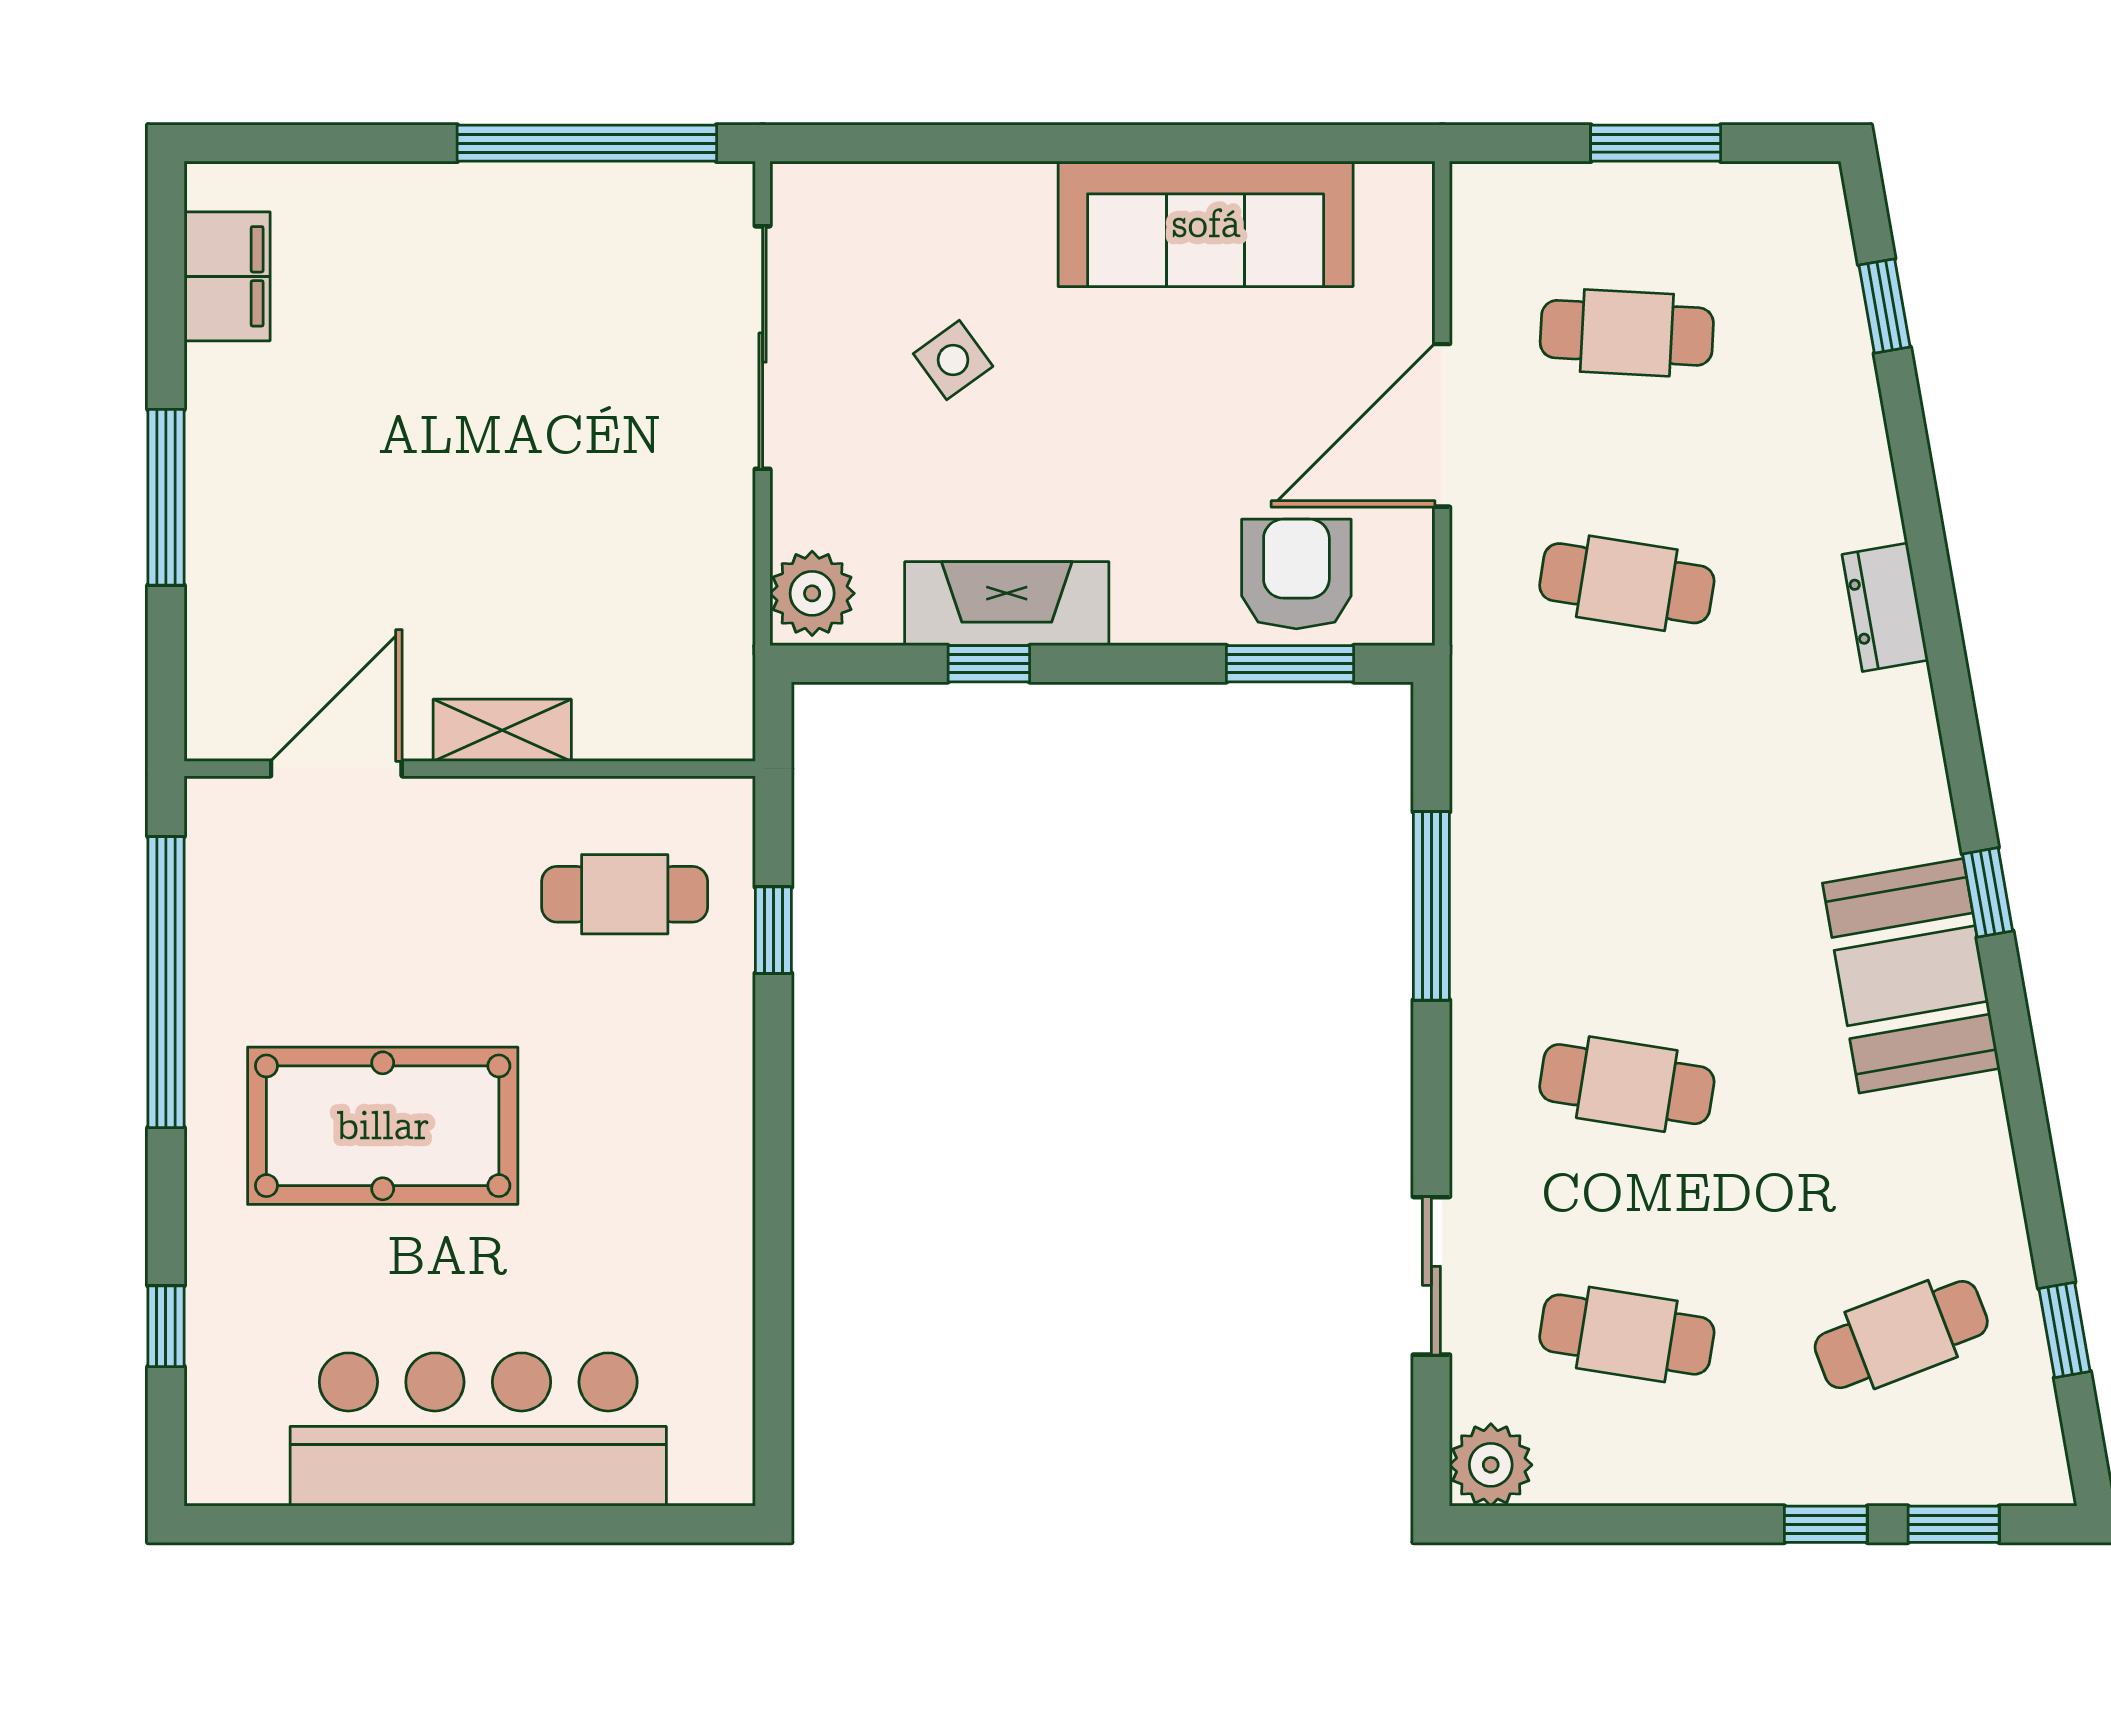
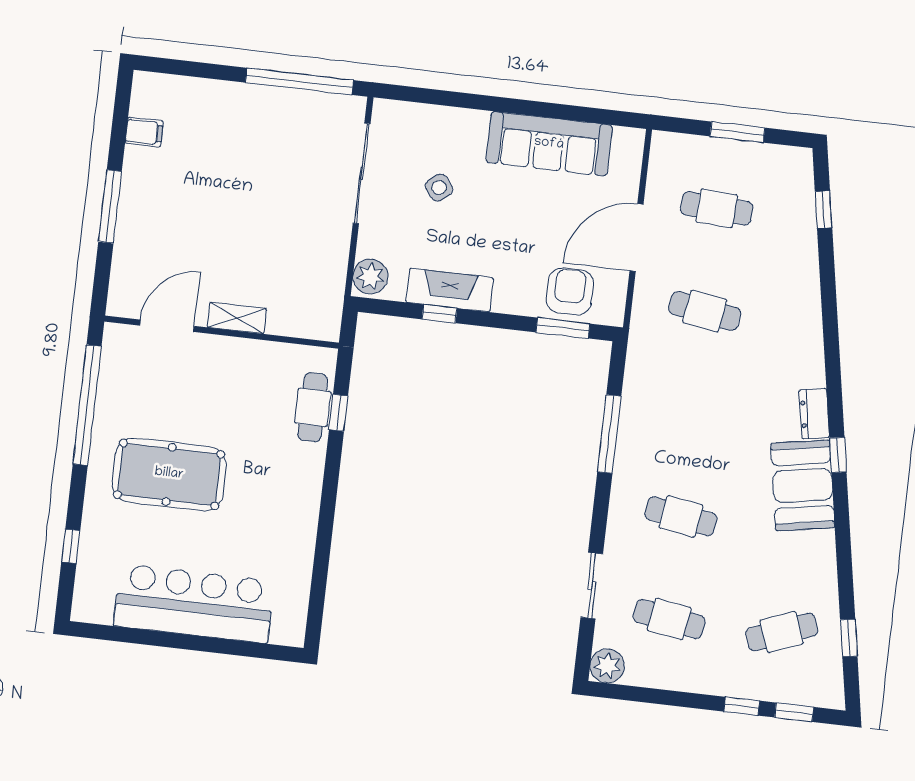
filing cabinet: (227, 276) -> (144, 132), width x0.50
dresser: (1885, 607) -> (814, 414), moved
cafe table: (625, 894) -> (313, 407), moved, turned 90

